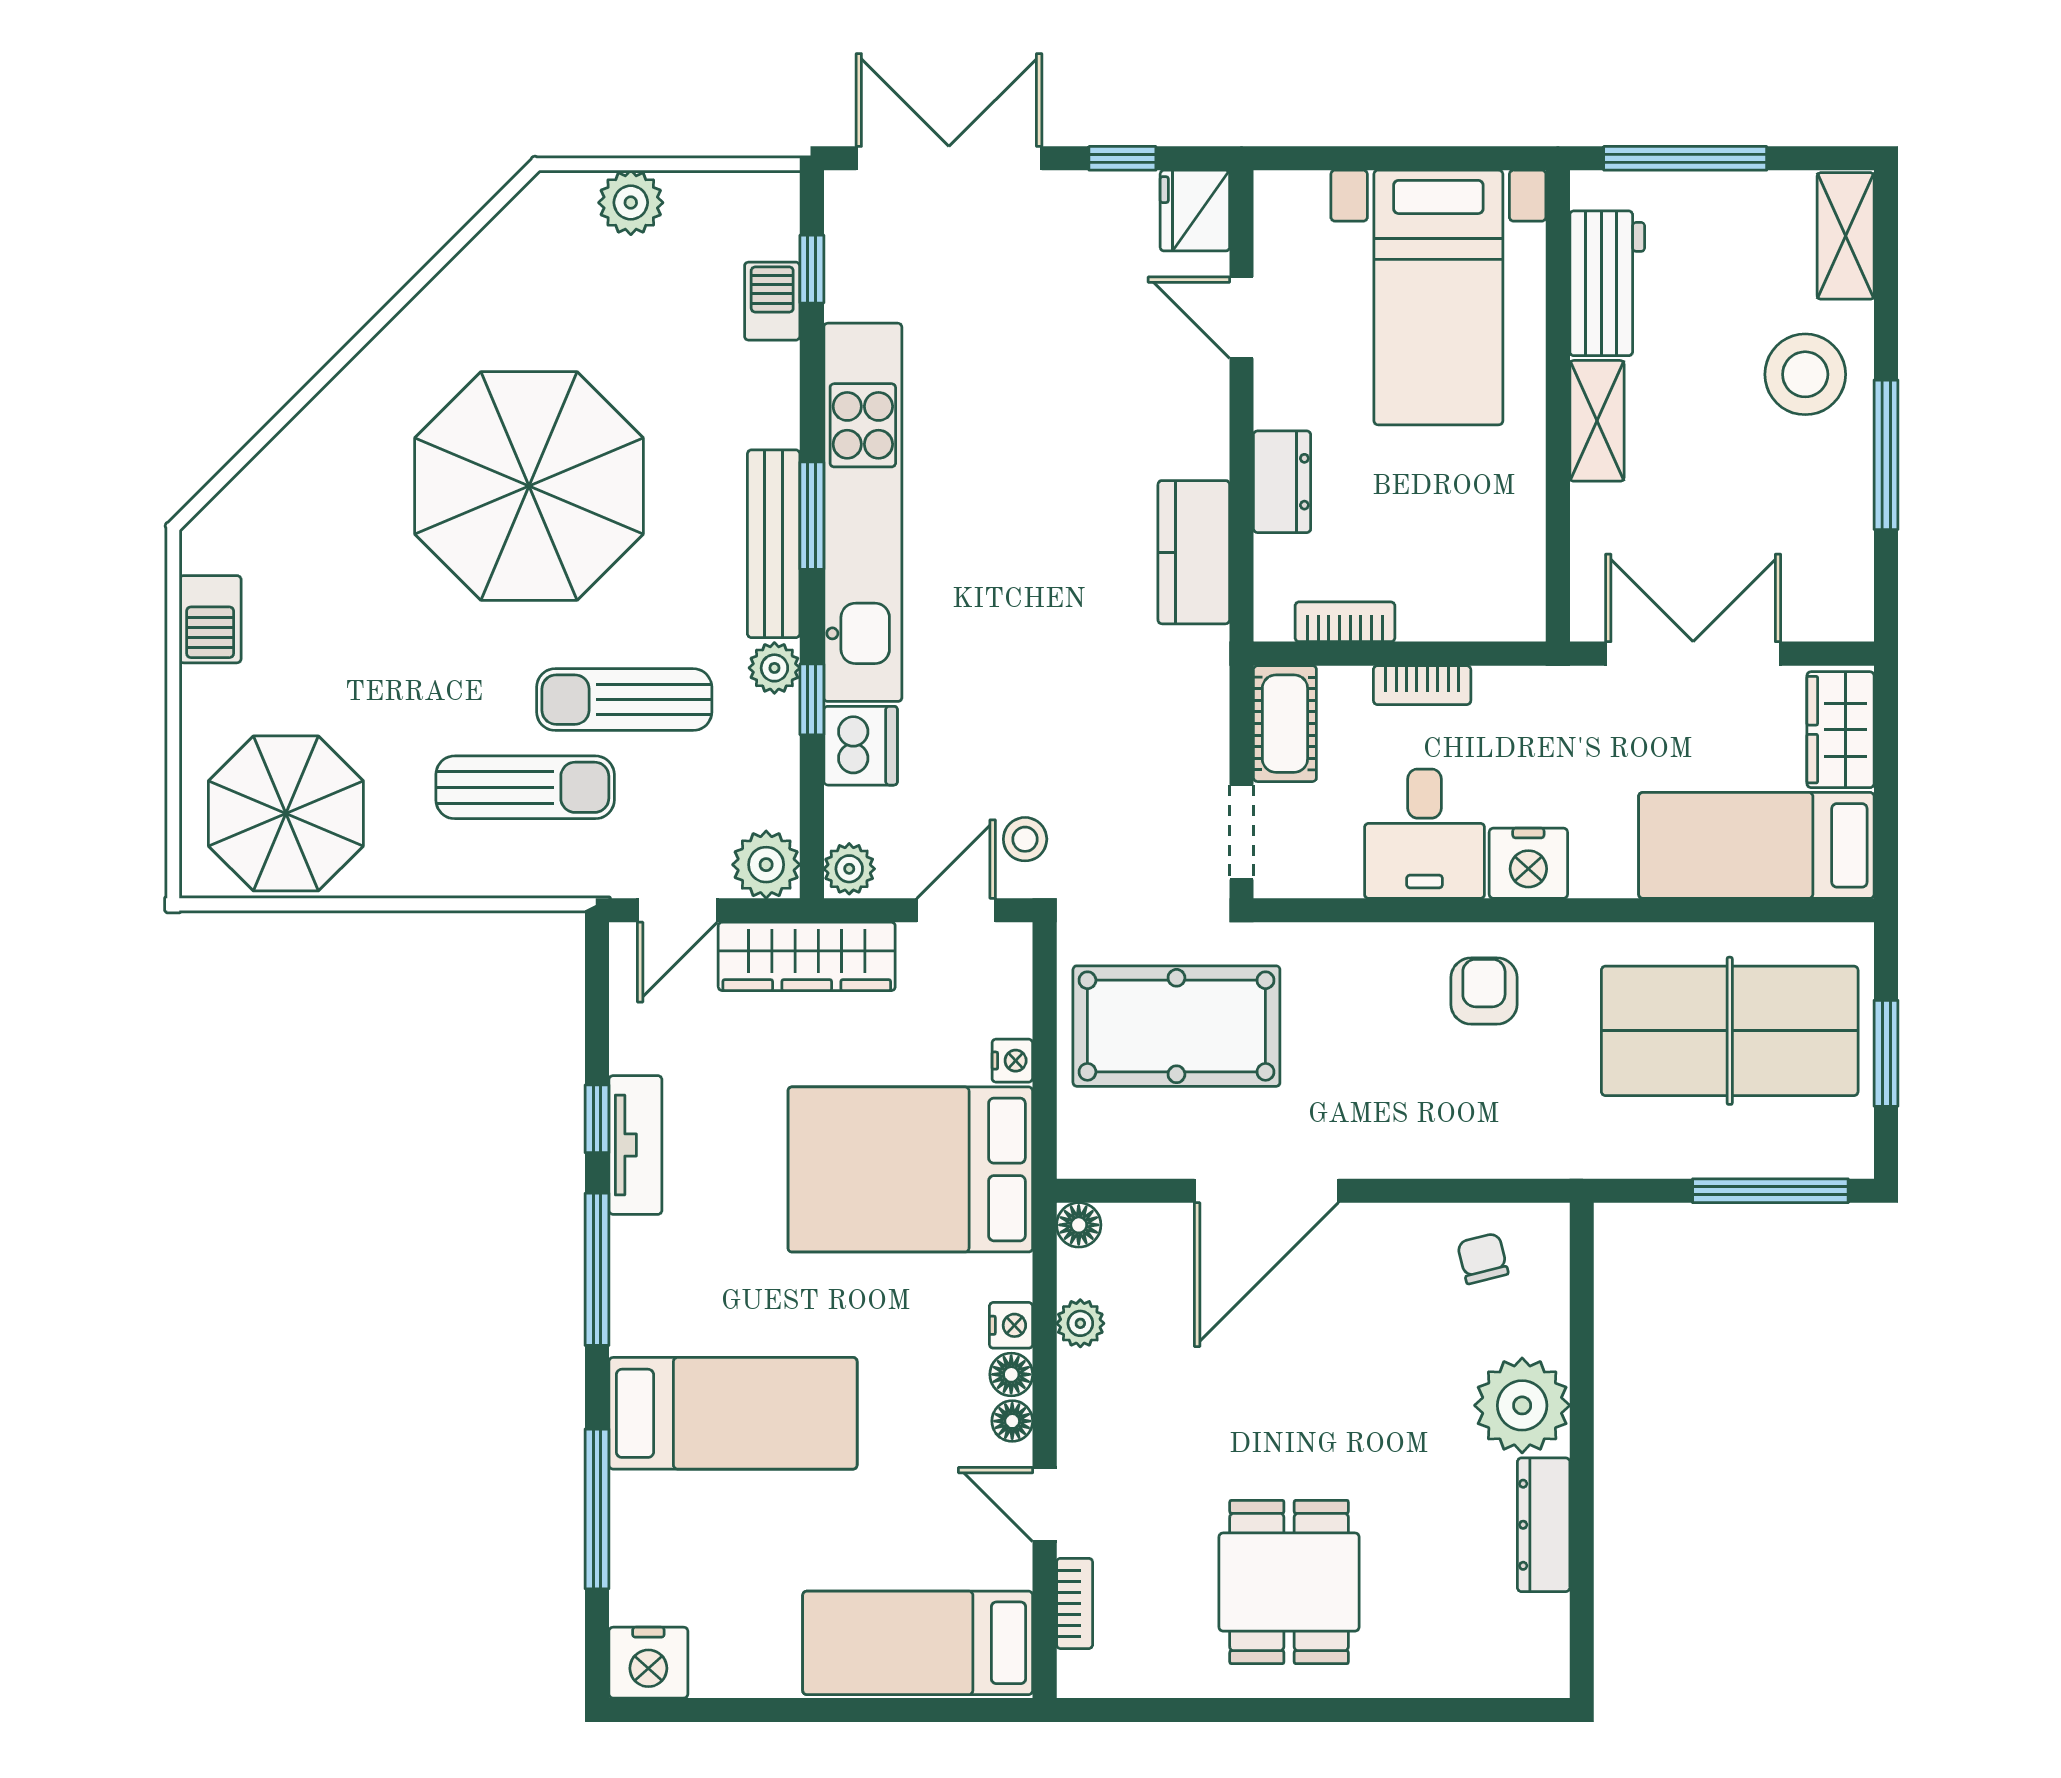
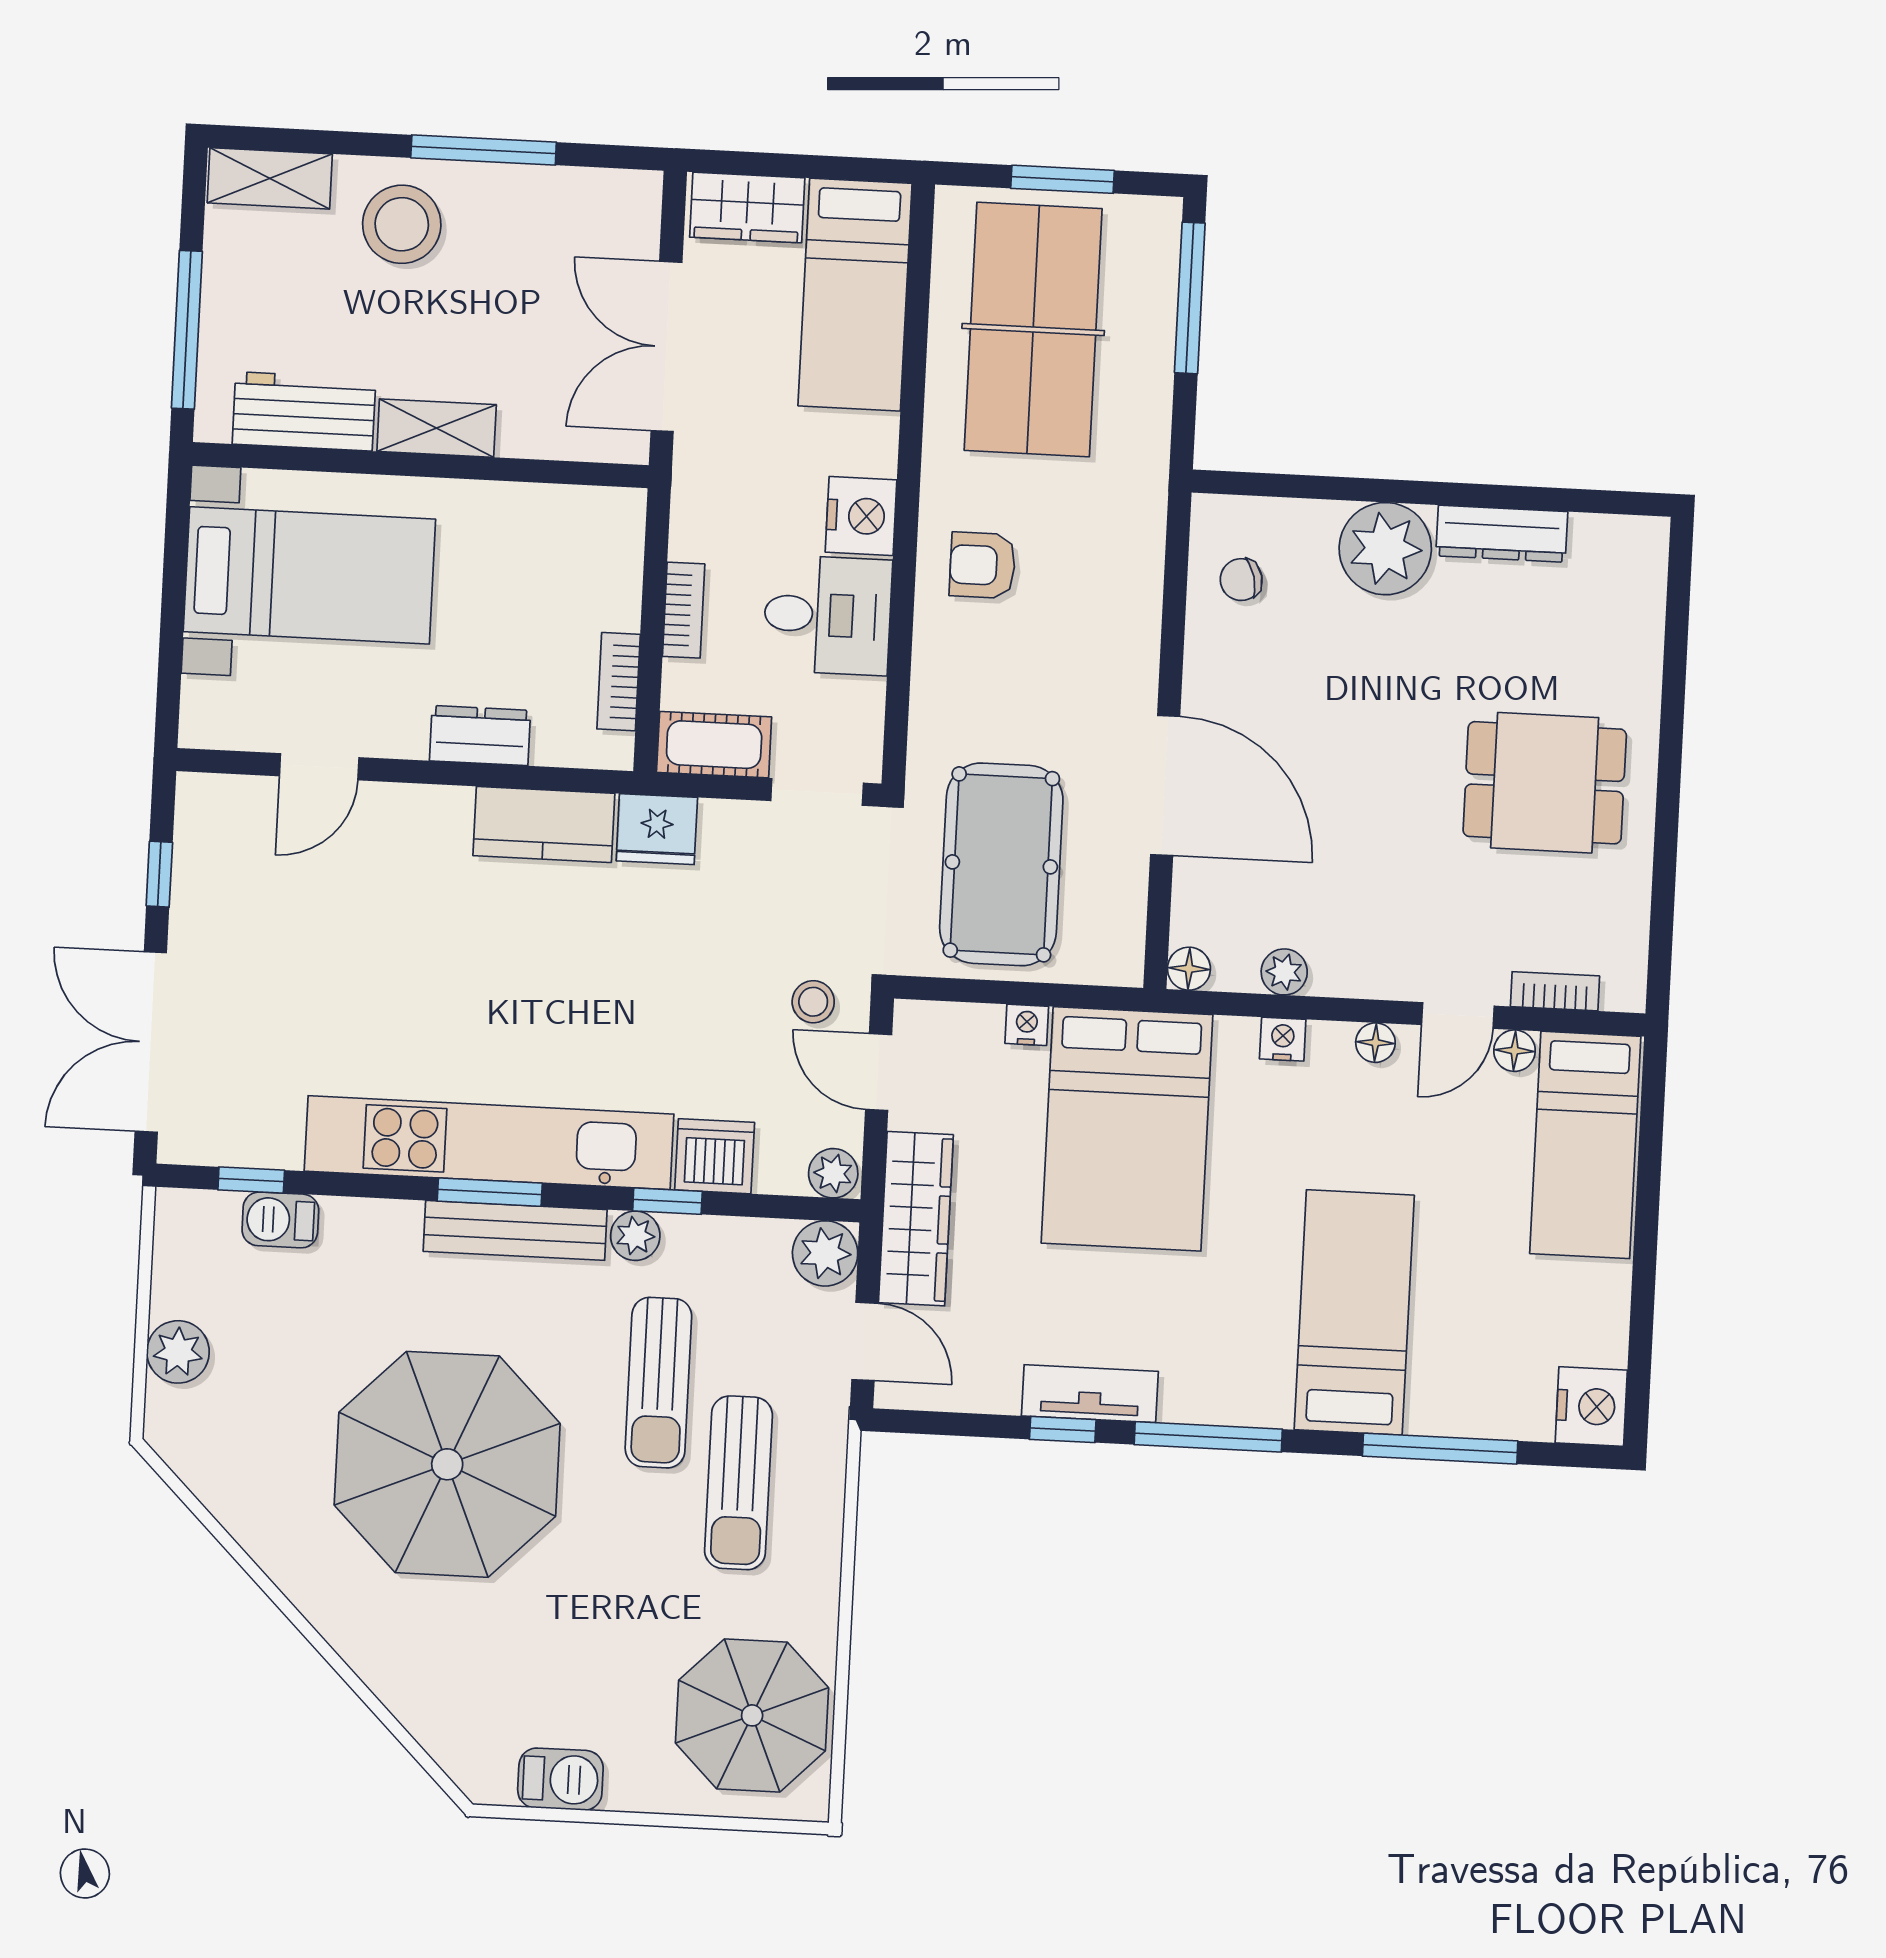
fridge: (1195, 211) -> (657, 829), moved
sun lounger: (525, 787) -> (738, 1483), turned 180
floor lamp: (1011, 1374) -> (1515, 1051), moved

